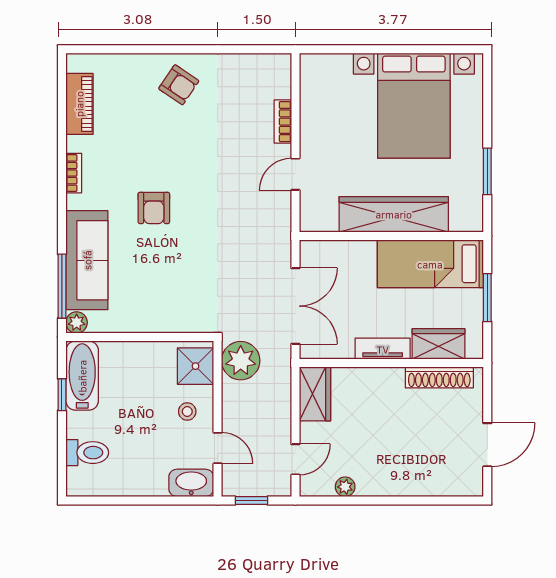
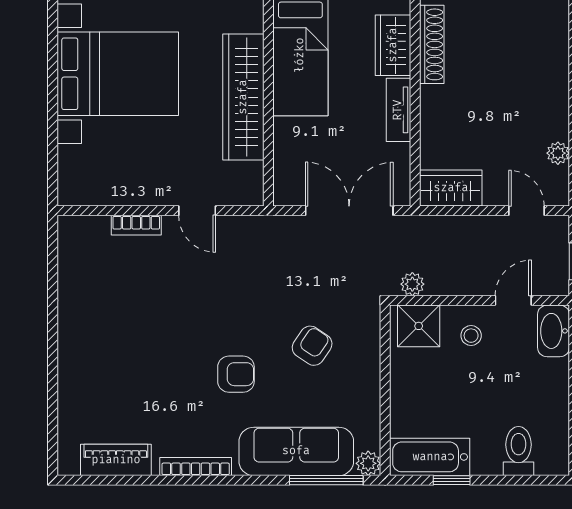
armchair: (179, 85) -> (312, 346), moved
bookcase: (74, 173) -> (196, 467), width x1.56
plant: (241, 361) -> (412, 284), width x0.53, depth x0.53

